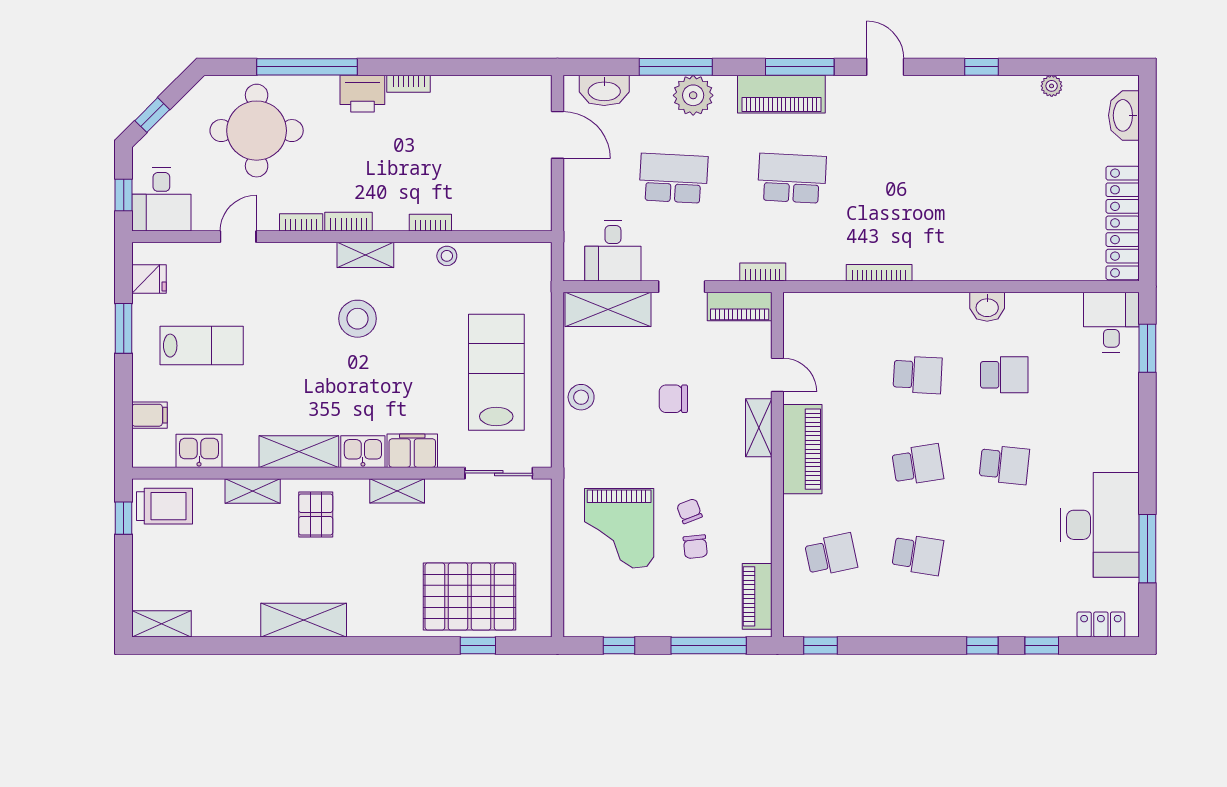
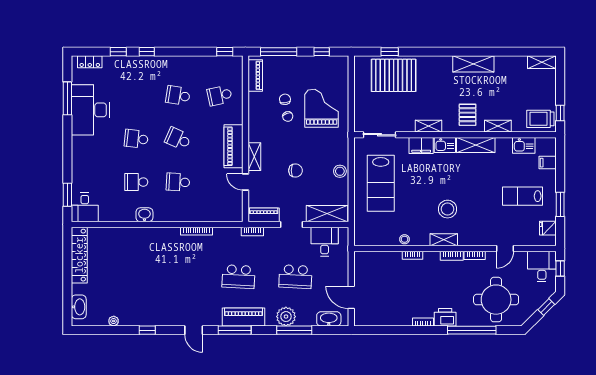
school desk: (918, 465) -> (178, 139), turned 33

